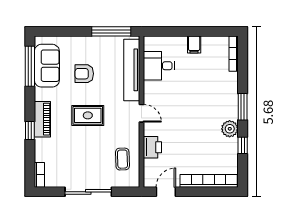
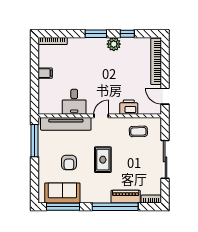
desk: (159, 66) -> (74, 102), moved
piano: (42, 119) -> (126, 197), moved
window: (30, 131) -> (115, 207), width x3.17

